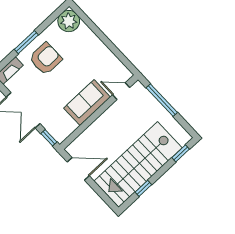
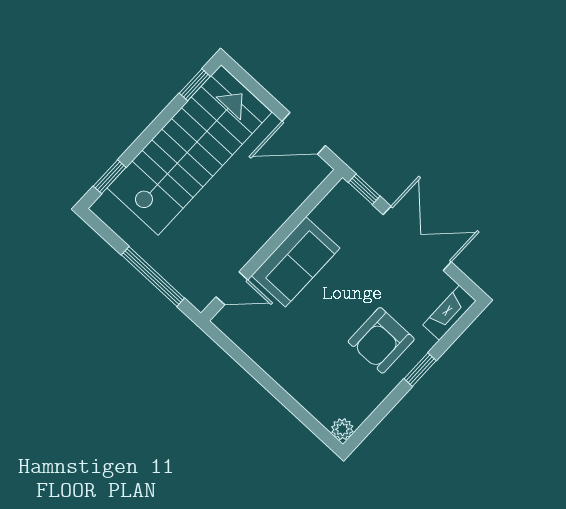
plant: (69, 21) -> (342, 429), width x0.53, depth x0.53
window: (26, 42) -> (420, 370), width x0.67
window: (143, 188) -> (195, 85), moved

